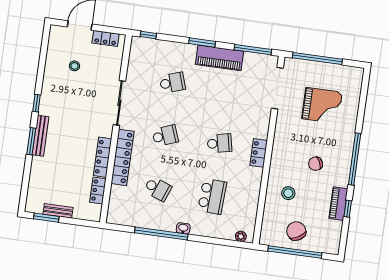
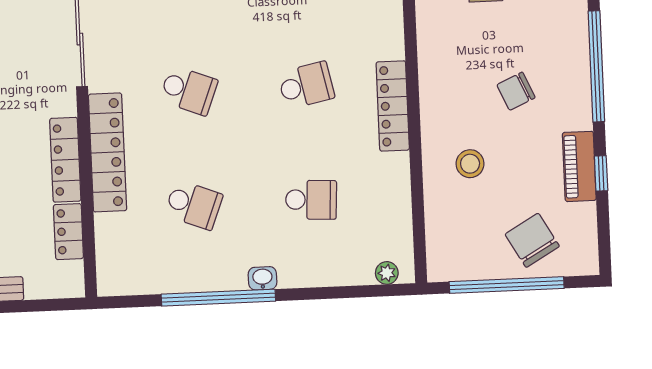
school desk: (165, 136) -> (189, 90), turned 42
locker: (259, 153) -> (393, 106), width x1.53
school desk: (212, 196) -> (311, 200), width x0.54
chair: (296, 231) -> (532, 240), moved

